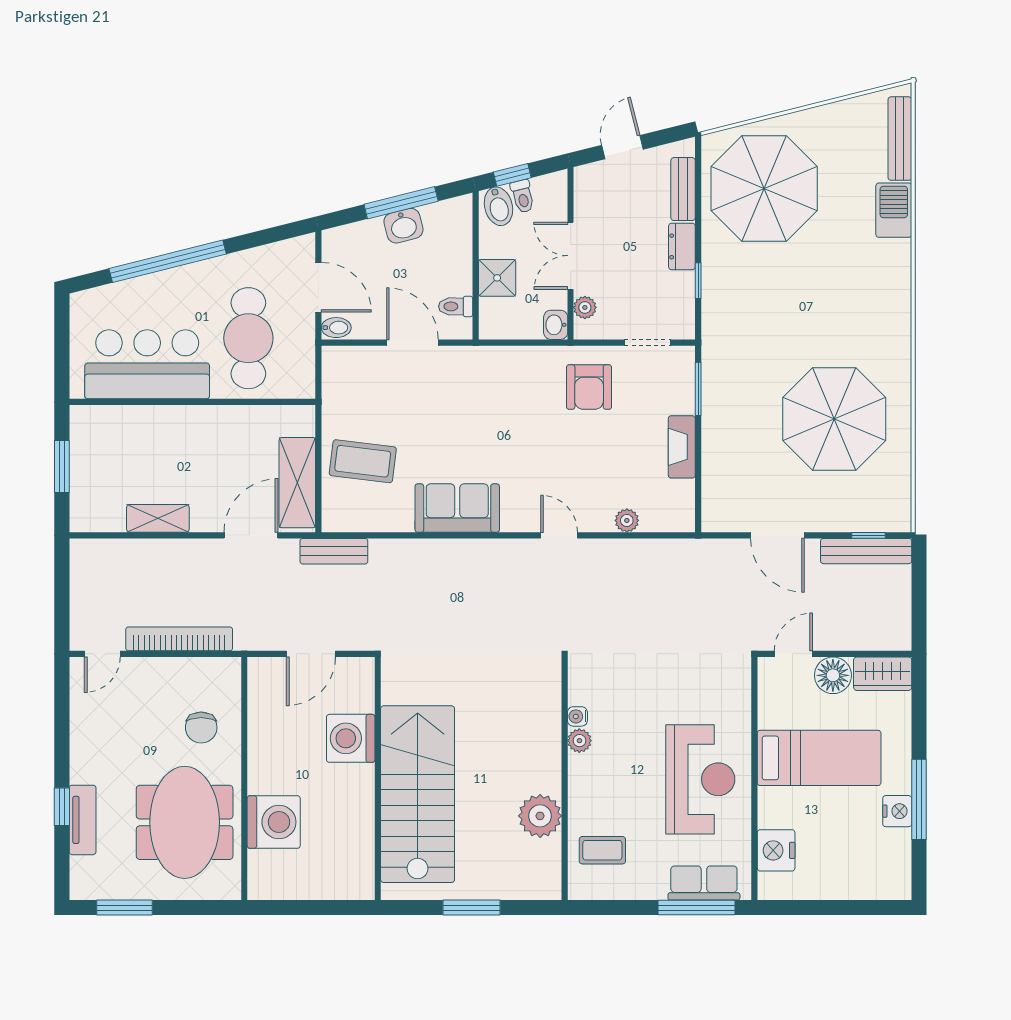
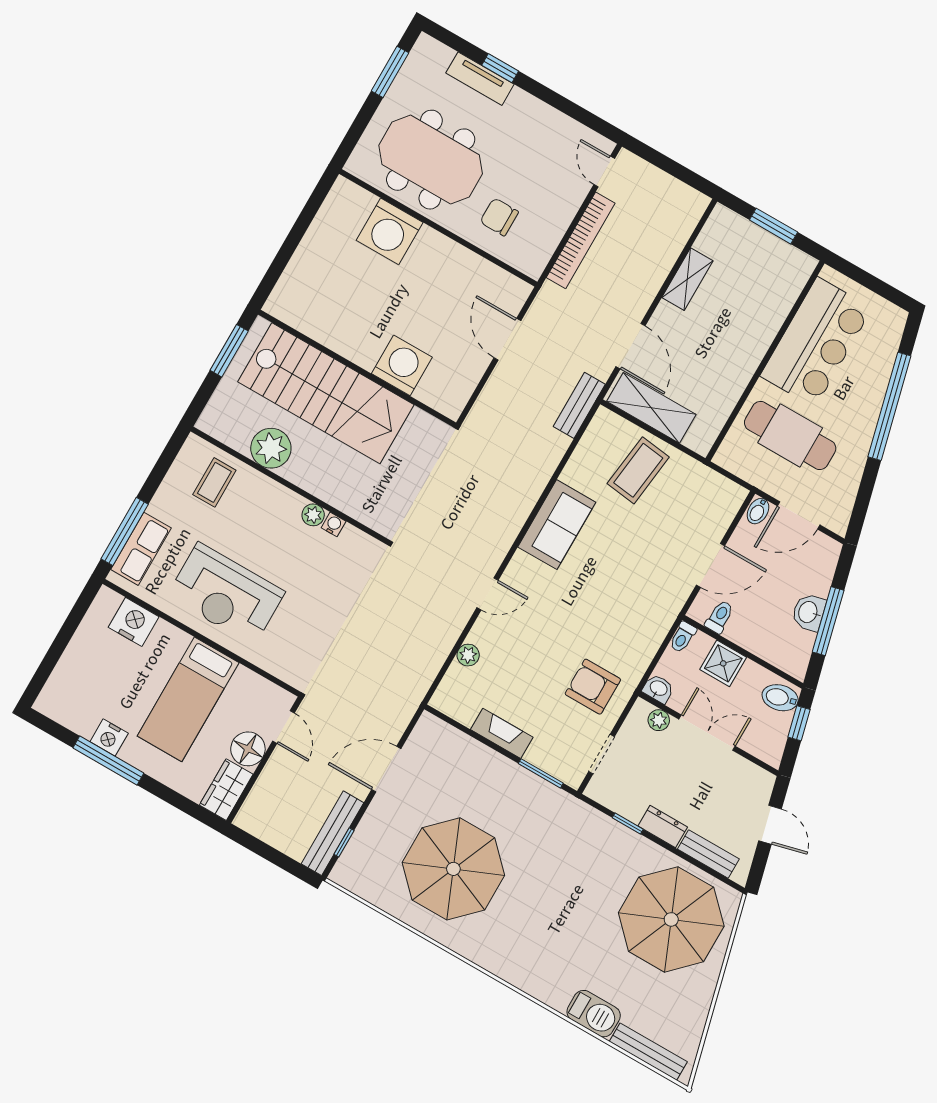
toilet: (523, 196) -> (683, 637), moved, turned -76
washing machine: (351, 738) -> (402, 365), moved
wall: (378, 779) -> (357, 369), moved
stairs: (418, 794) -> (326, 393), moved

